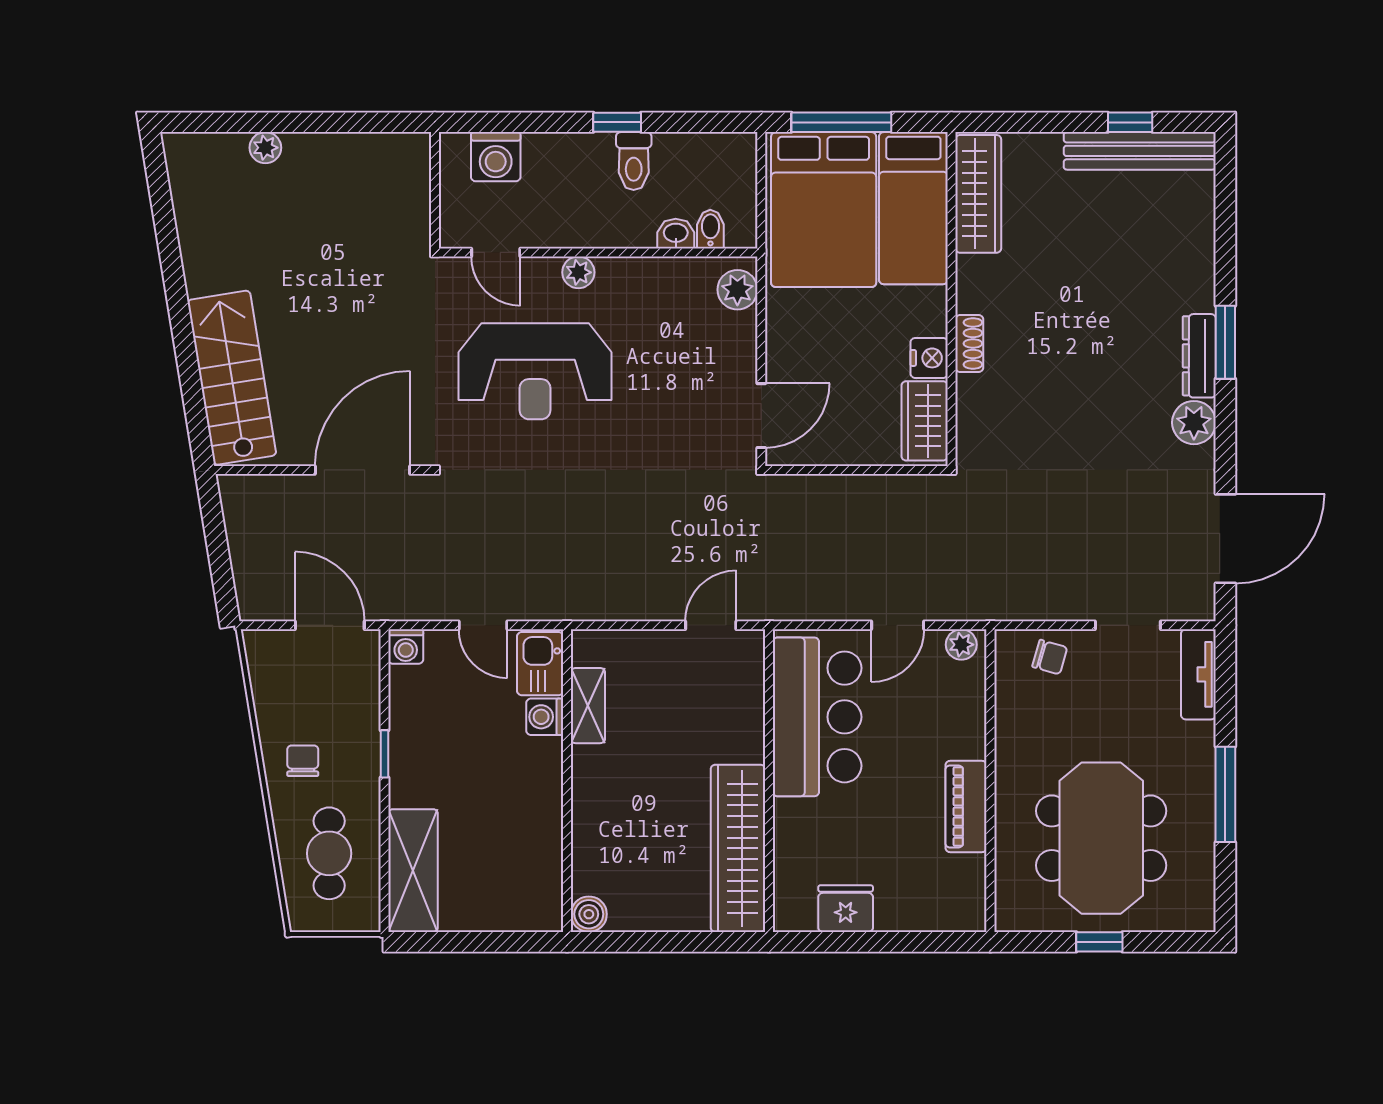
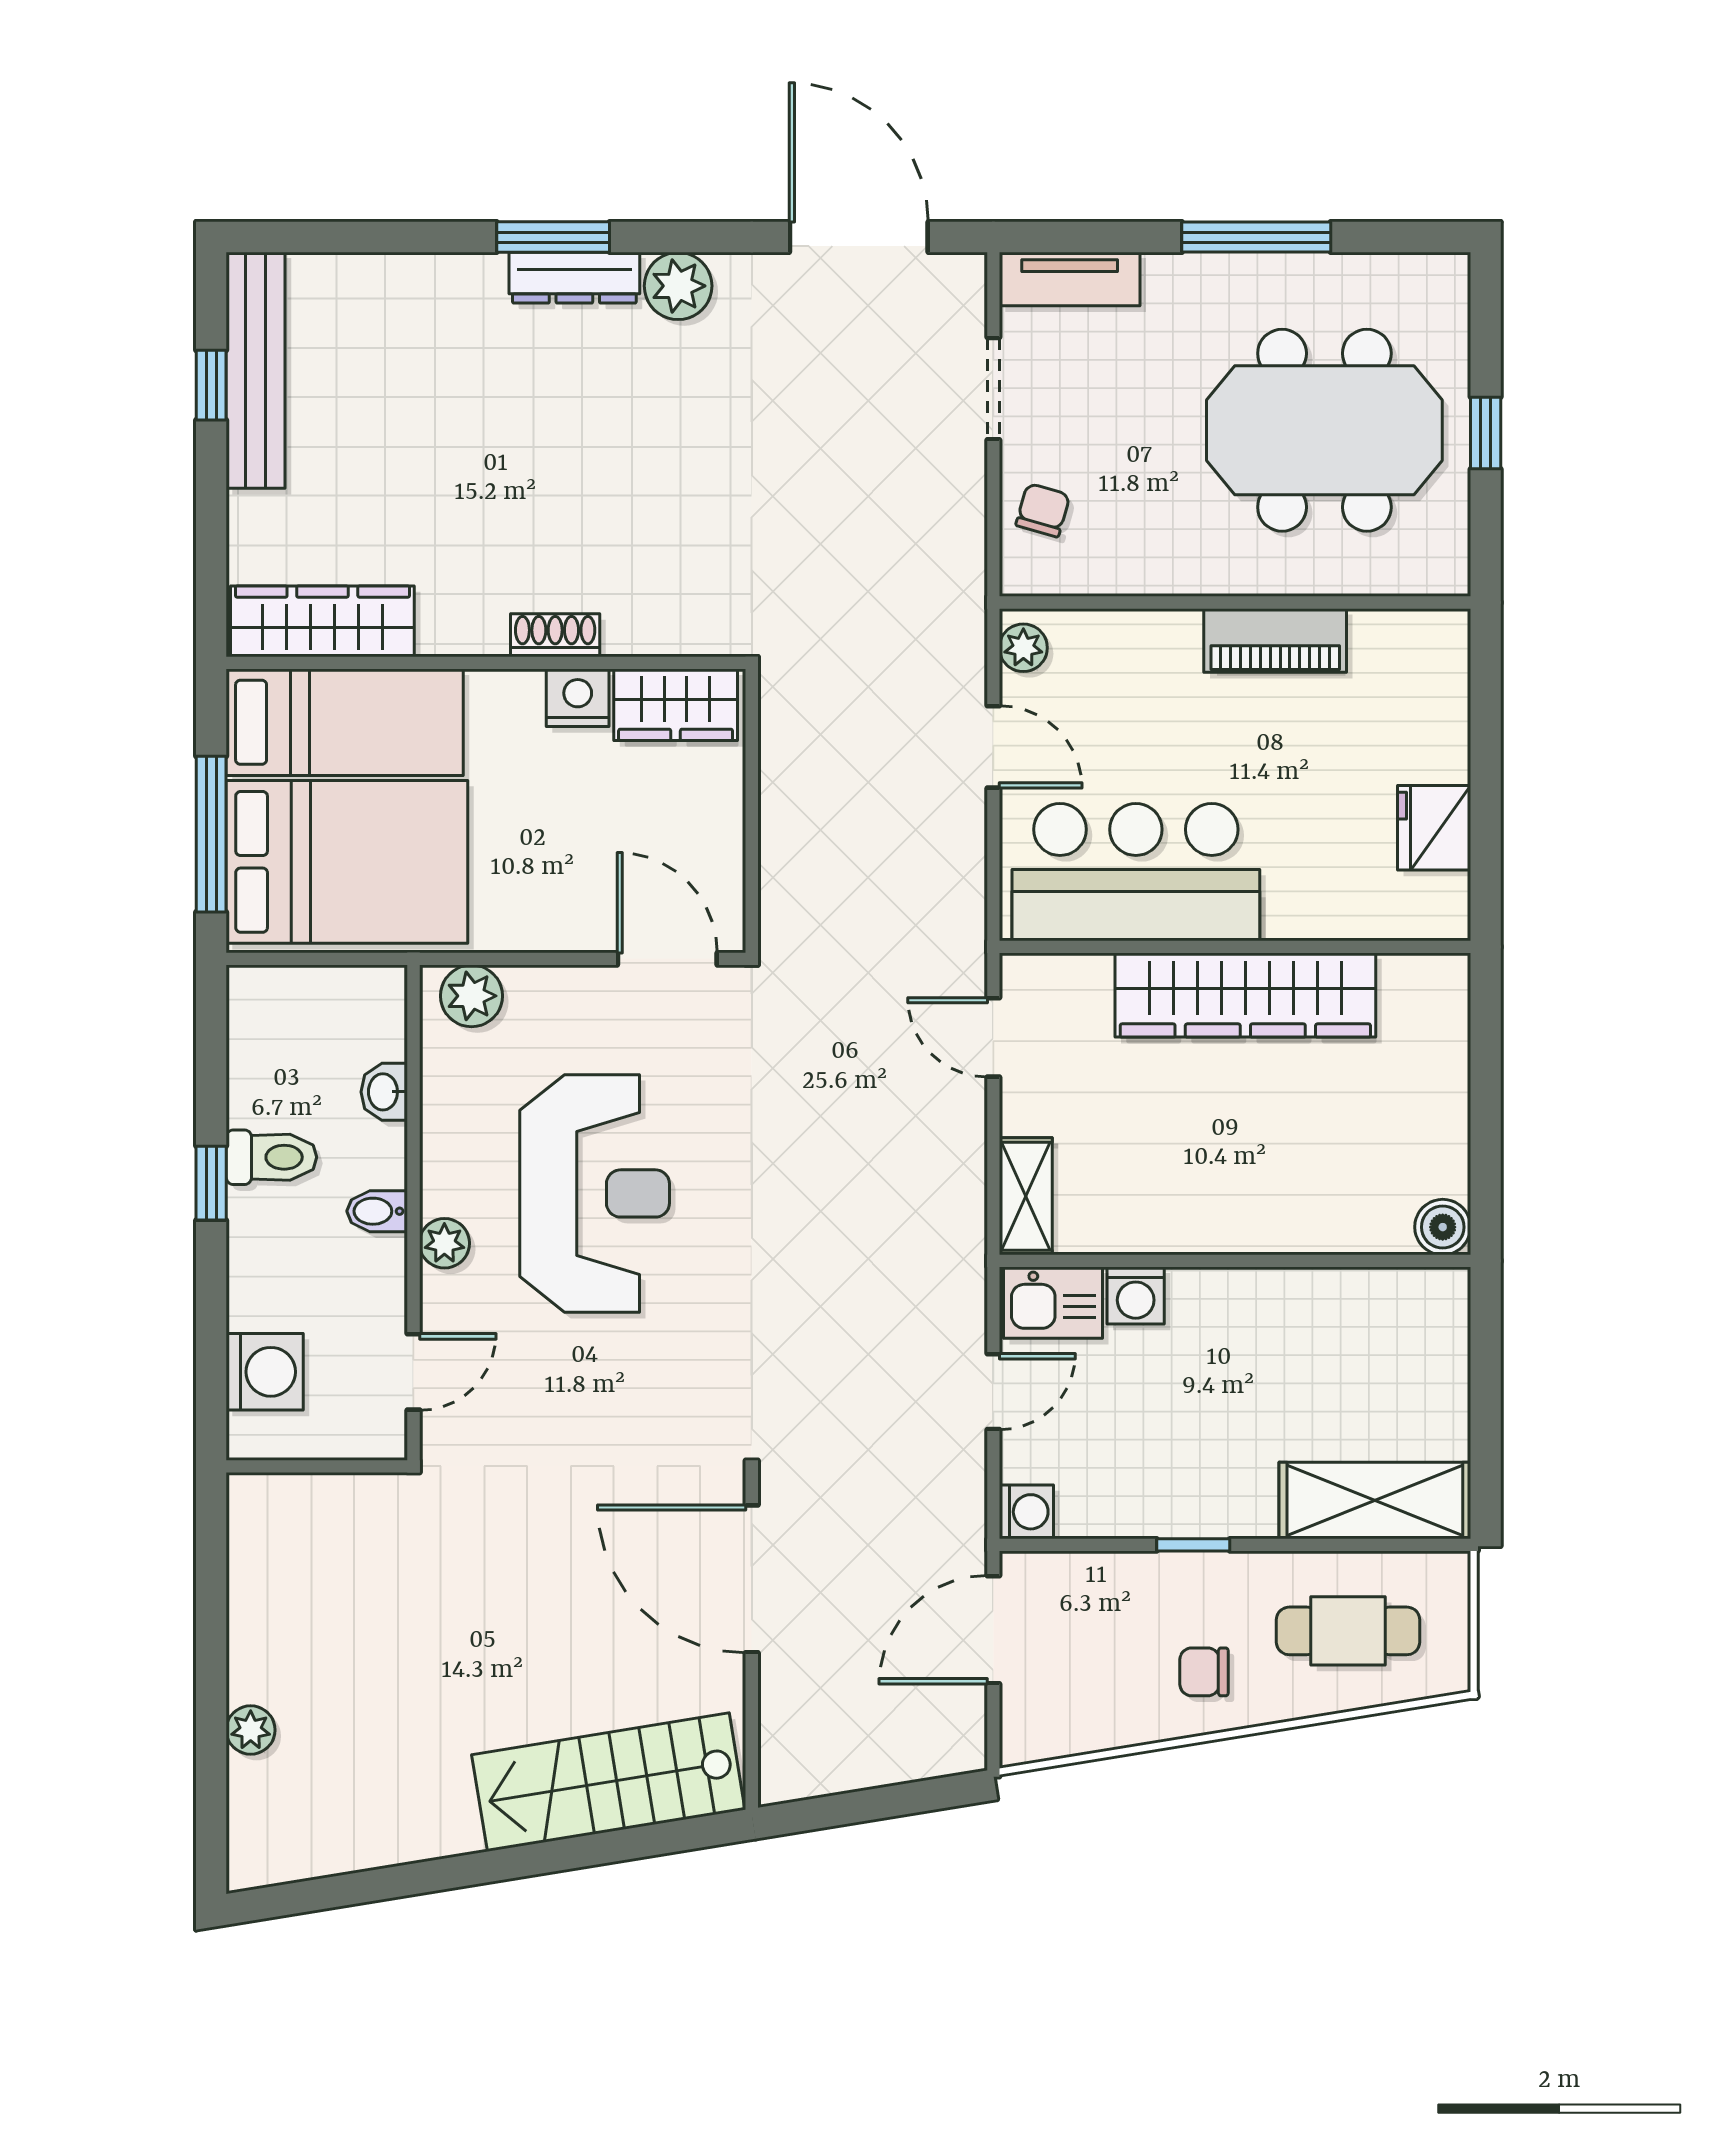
bidet: (710, 229) -> (377, 1211), moved
reception desk: (535, 371) -> (595, 1193), moved
shelving: (588, 706) -> (1026, 1196), moved, turned 90
wardrobe: (738, 848) -> (1245, 995), moved

